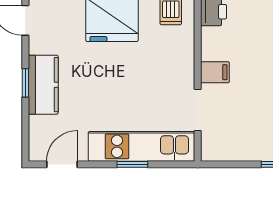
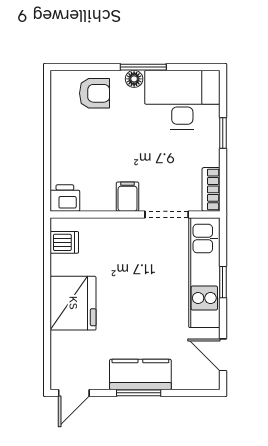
window: (25, 83) -> (139, 393), width x1.50
bookcase: (222, 153) -> (211, 189), added

